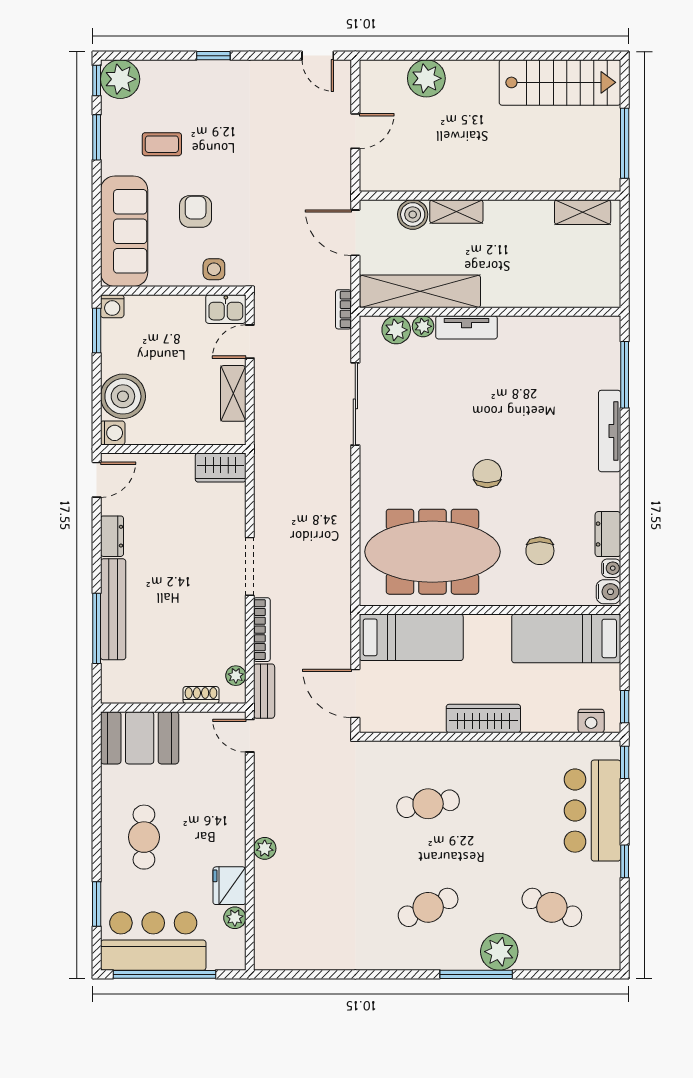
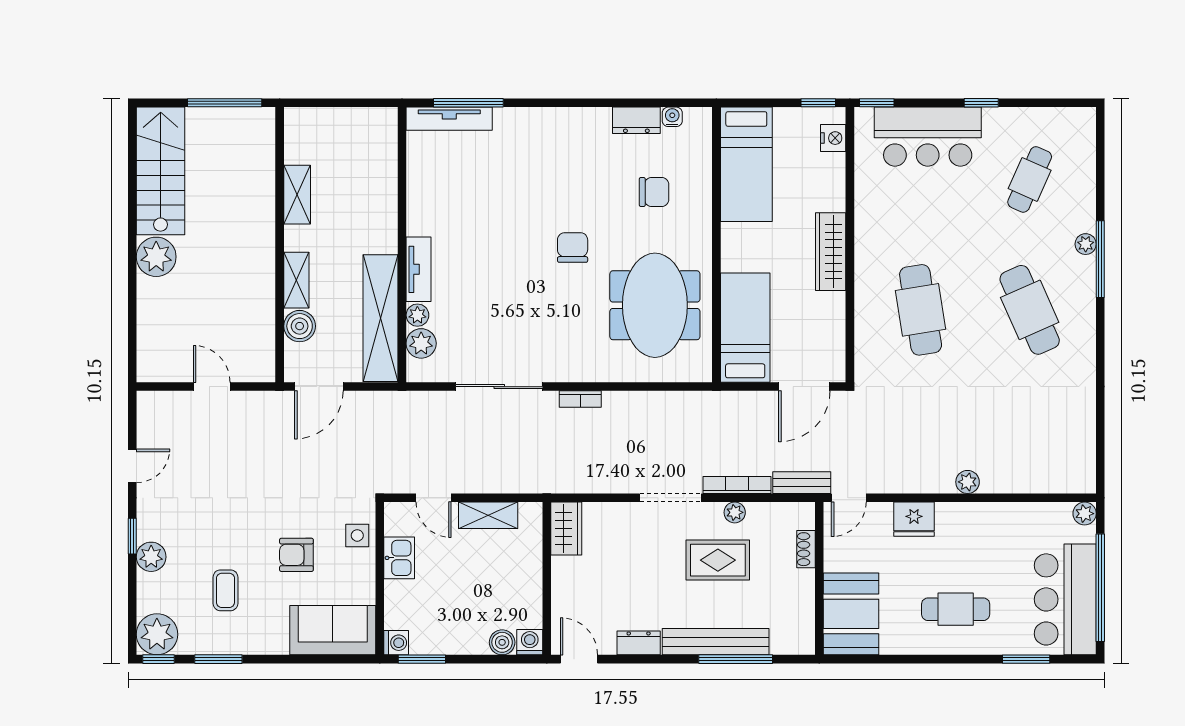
door: (318, 56) -> (132, 466), moved
plant: (194, 74) -> (151, 557), added
plant: (426, 78) -> (156, 257), moved
shelving: (583, 212) -> (297, 195), moved
sofa: (124, 231) -> (333, 630), width x0.73
kitchen sink: (226, 309) -> (399, 558), moved
bookcase: (343, 309) -> (580, 399), moved
boiler: (123, 396) -> (502, 642), width x0.54, depth x0.54
tv unit: (610, 431) -> (449, 119), moved
chair: (487, 474) -> (573, 248), turned 90
meeting table: (432, 552) -> (655, 305), width x0.73
water cooler: (609, 592) -> (697, 120), removed
rug: (191, 611) -> (718, 560), added
plant: (236, 676) -> (735, 512), moved
cafe table: (428, 804) -> (921, 310), width x1.37, depth x1.35
fridge: (229, 886) -> (914, 519), moved
cafe table: (428, 907) -> (1030, 310), width x1.37, depth x1.35
plant: (235, 918) -> (1085, 514), moved
plant: (499, 952) -> (1086, 244), width x0.53, depth x0.53

